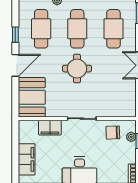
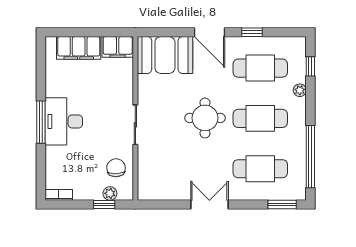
filing cabinet: (50, 128) -> (118, 47), moved, turned -90

